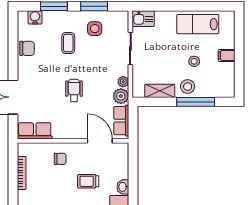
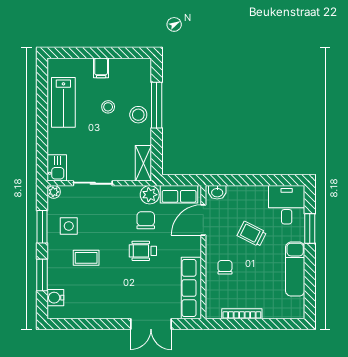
chair: (27, 48) -> (146, 220), moved
plant: (123, 82) -> (54, 192), moved
shelving: (160, 91) -> (143, 163), moved
row of seats: (35, 131) -> (191, 288), width x1.48
trolley: (88, 181) -> (252, 234), turned 117
washbasin: (123, 187) -> (217, 192), moved

